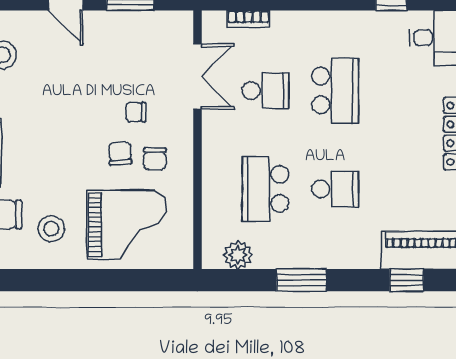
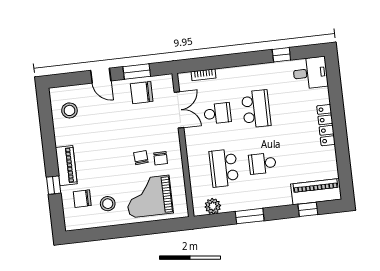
chair: (136, 112) -> (142, 93), moved, width x1.87, depth x1.87
school desk: (335, 189) -> (262, 163), turned 180
grand piano: (127, 225) -> (149, 197), turned 180

